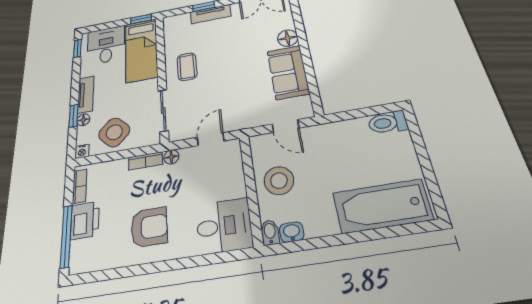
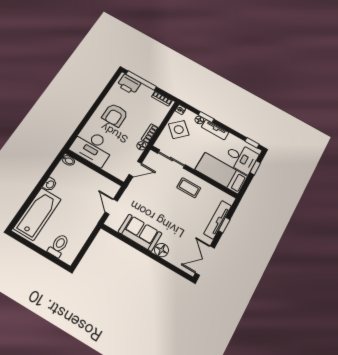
tv unit: (211, 14) -> (218, 220), width x1.41
window: (141, 19) -> (255, 168), moved
toilet: (388, 123) -> (59, 246), moved
door: (285, 126) -> (111, 207), hinge flipped
door: (211, 139) -> (135, 169), hinge flipped
stool: (279, 181) -> (87, 182), removed
printer: (85, 220) -> (129, 84), moved
desk: (224, 226) -> (92, 147), width x1.37
washbasin: (292, 232) -> (50, 184), moved

